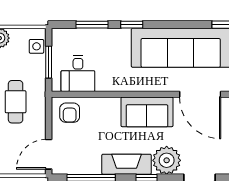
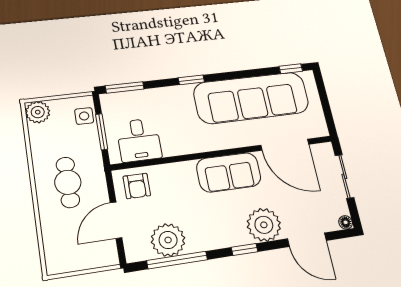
window: (92, 25) -> (125, 87), moved
door: (49, 154) -> (116, 220), moved
plant: (87, 161) -> (168, 240), added
fireplace: (127, 164) -> (217, 237), removed

